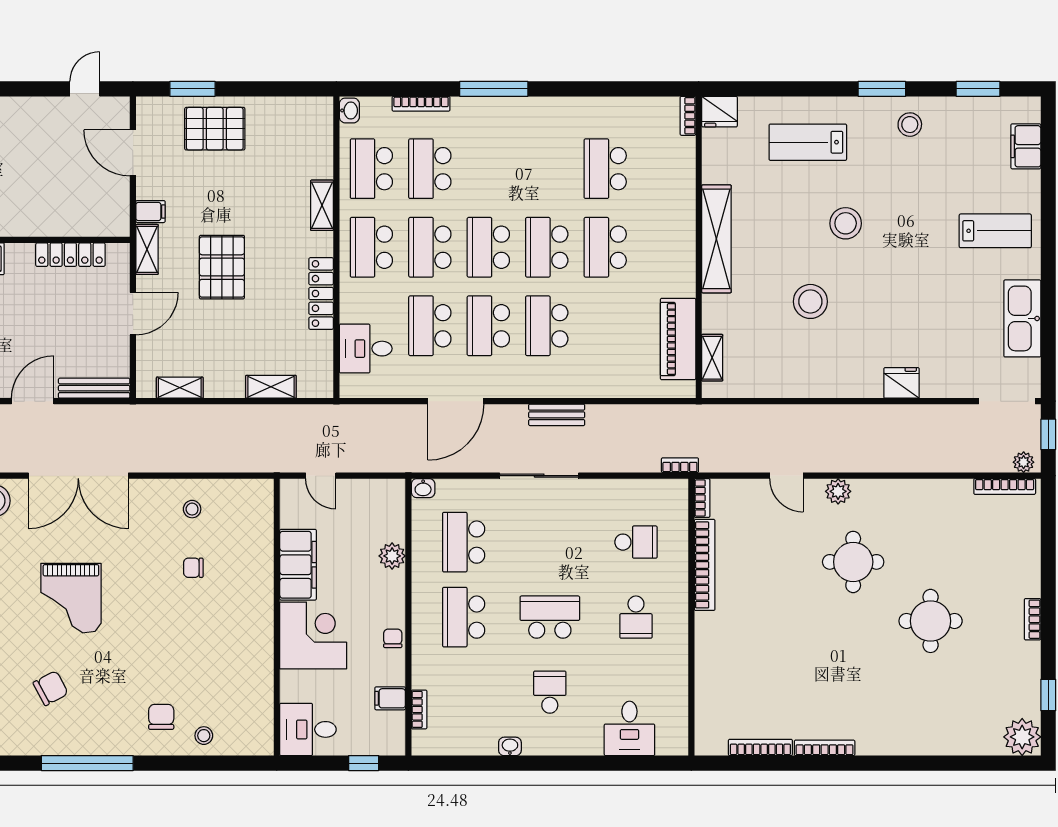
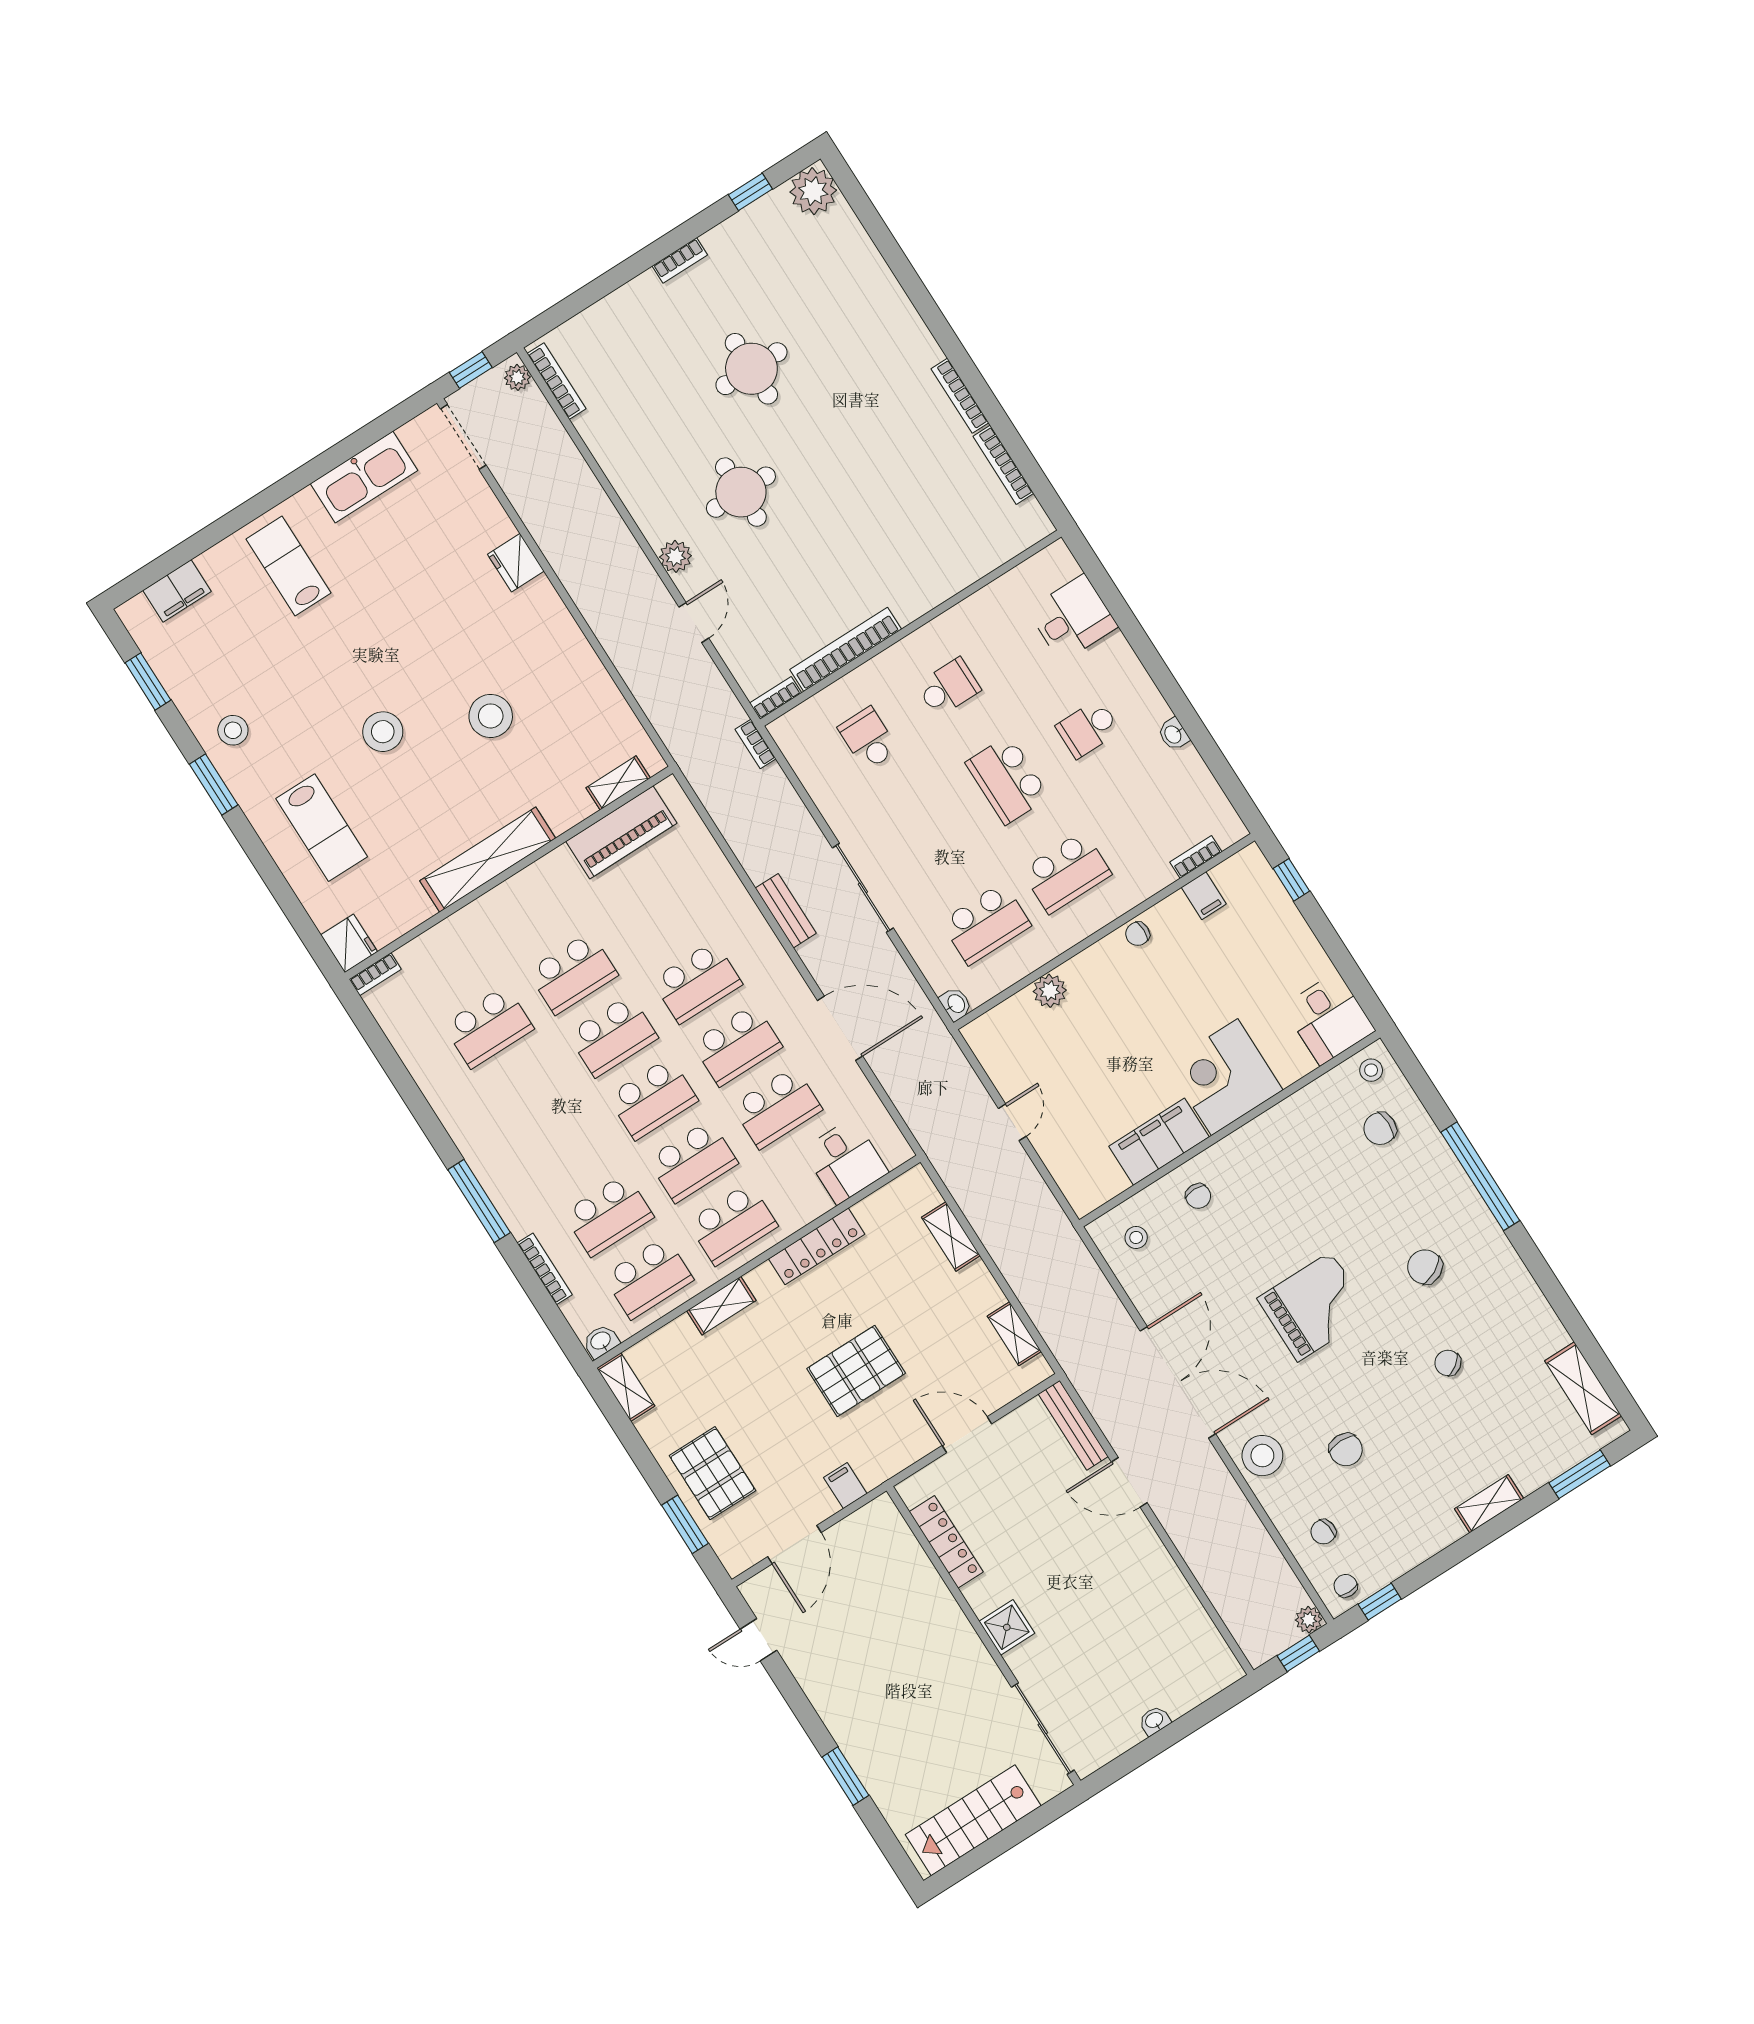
shelving: (147, 249) -> (626, 1387), moved, turned 90
filing cabinet: (298, 565) -> (1159, 1142), moved
wall: (277, 617) -> (1230, 1129), moved
corner desk: (313, 635) -> (1225, 1077), moved
desk: (308, 729) -> (1329, 1018), moved

